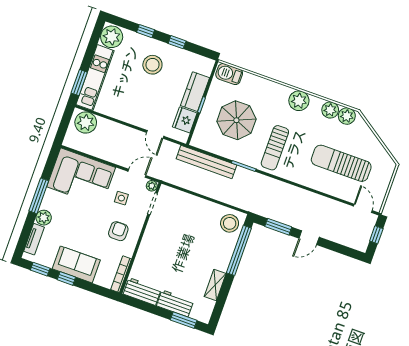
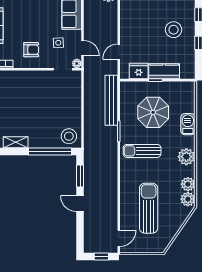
barbecue: (229, 74) -> (188, 124), moved

